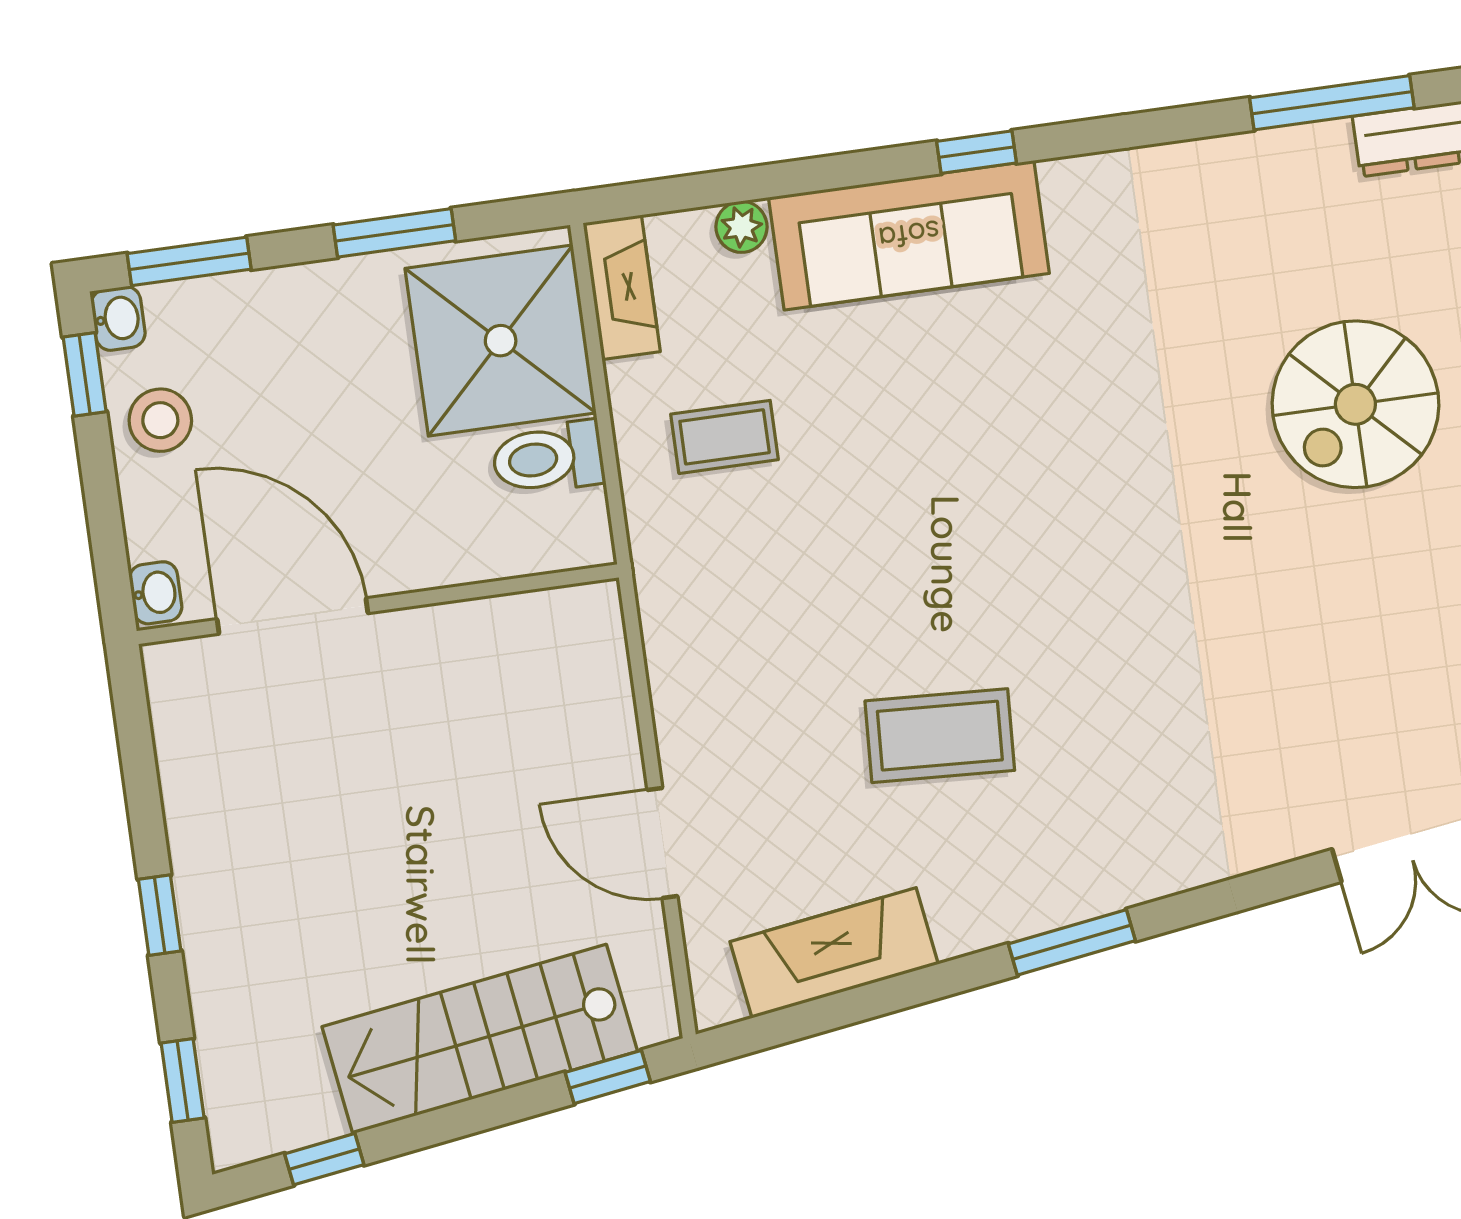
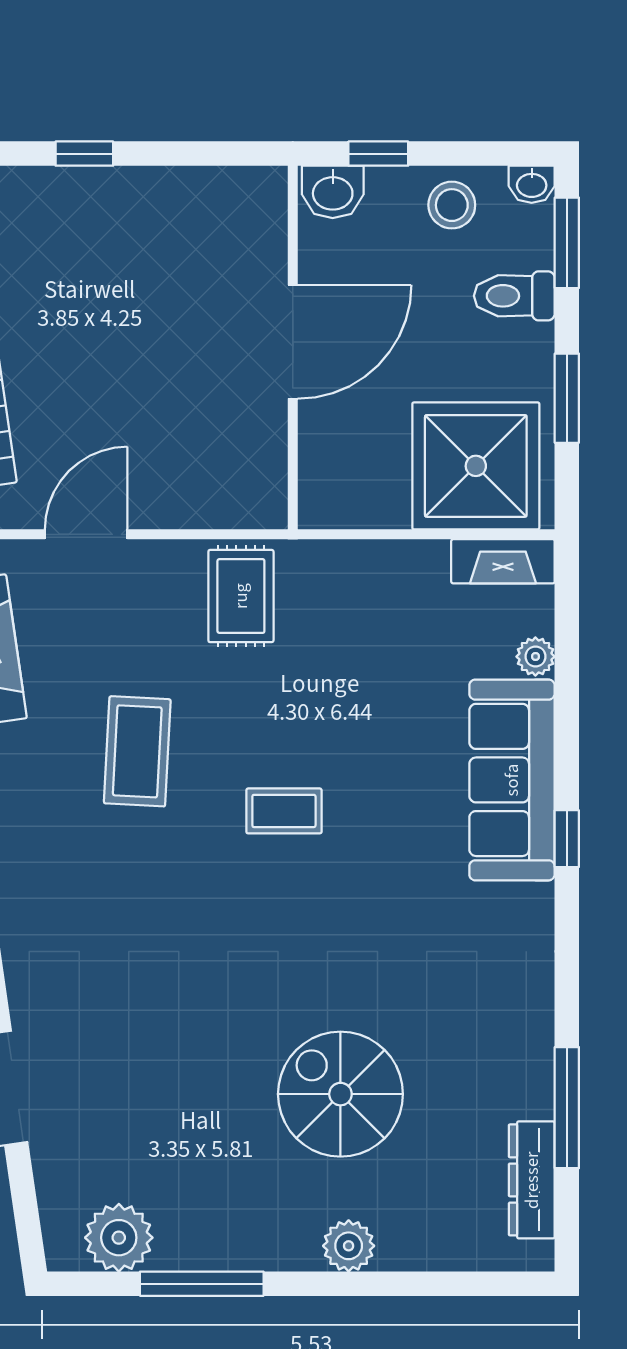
window: (85, 374) -> (378, 154), moved
coffee table: (725, 437) -> (284, 811), moved, turned 90
toilet: (548, 458) -> (514, 296), moved, turned -90
washbasin: (156, 593) -> (333, 192), width x1.38, depth x1.45
door: (292, 616) -> (293, 342), moved
rug: (716, 627) -> (241, 596), added

